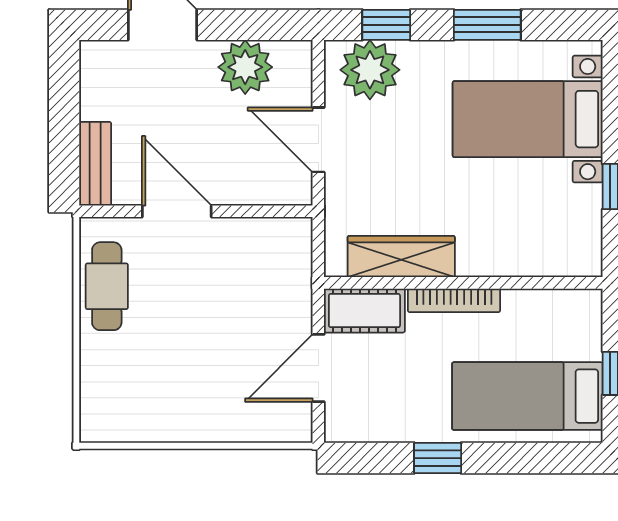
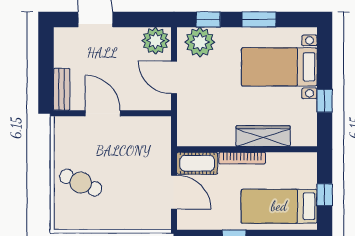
plant: (245, 67) -> (156, 41), moved
wardrobe: (401, 257) -> (263, 136), moved
cafe table: (107, 286) -> (81, 183), moved, turned -66
door: (318, 368) -> (174, 192), swing flipped

